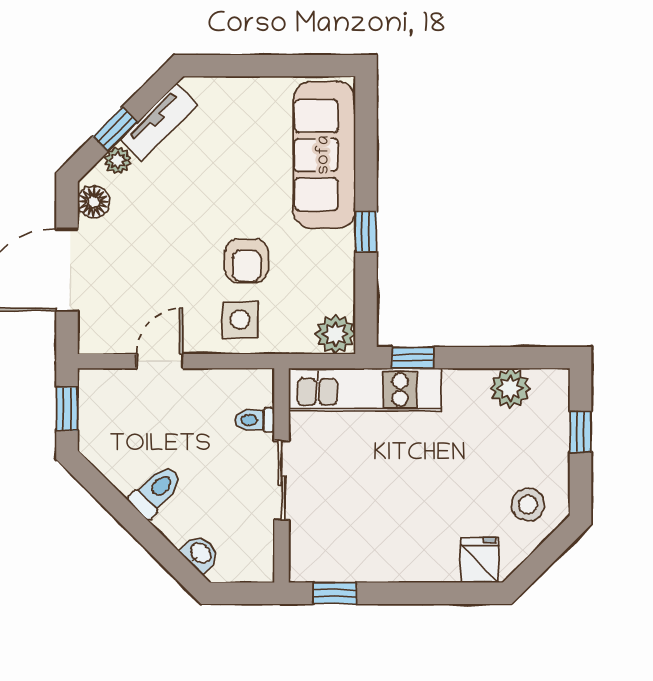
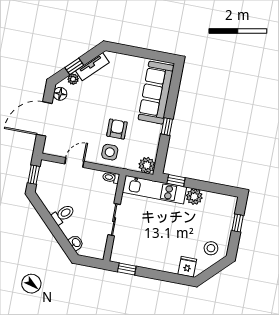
armchair: (247, 261) -> (117, 129), turned 180
plant: (510, 388) -> (194, 197), moved
toilet: (255, 420) -> (111, 178), moved

